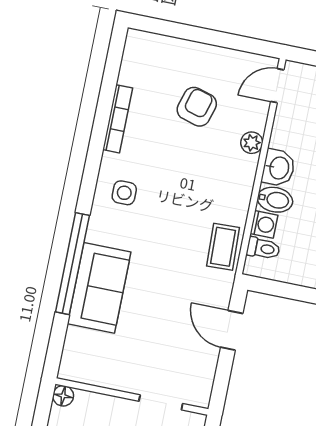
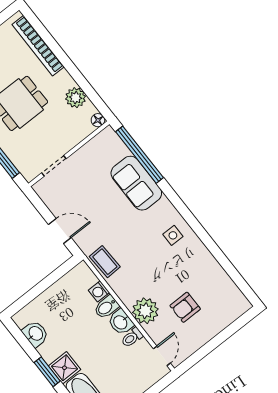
armchair: (197, 107) -> (185, 307), turned 74
bookcase: (118, 119) -> (212, 263), removed
plant: (252, 143) -> (145, 311), width x1.87, depth x1.87
toilet: (263, 248) -> (132, 337), moved
window: (72, 264) -> (139, 155), moved

